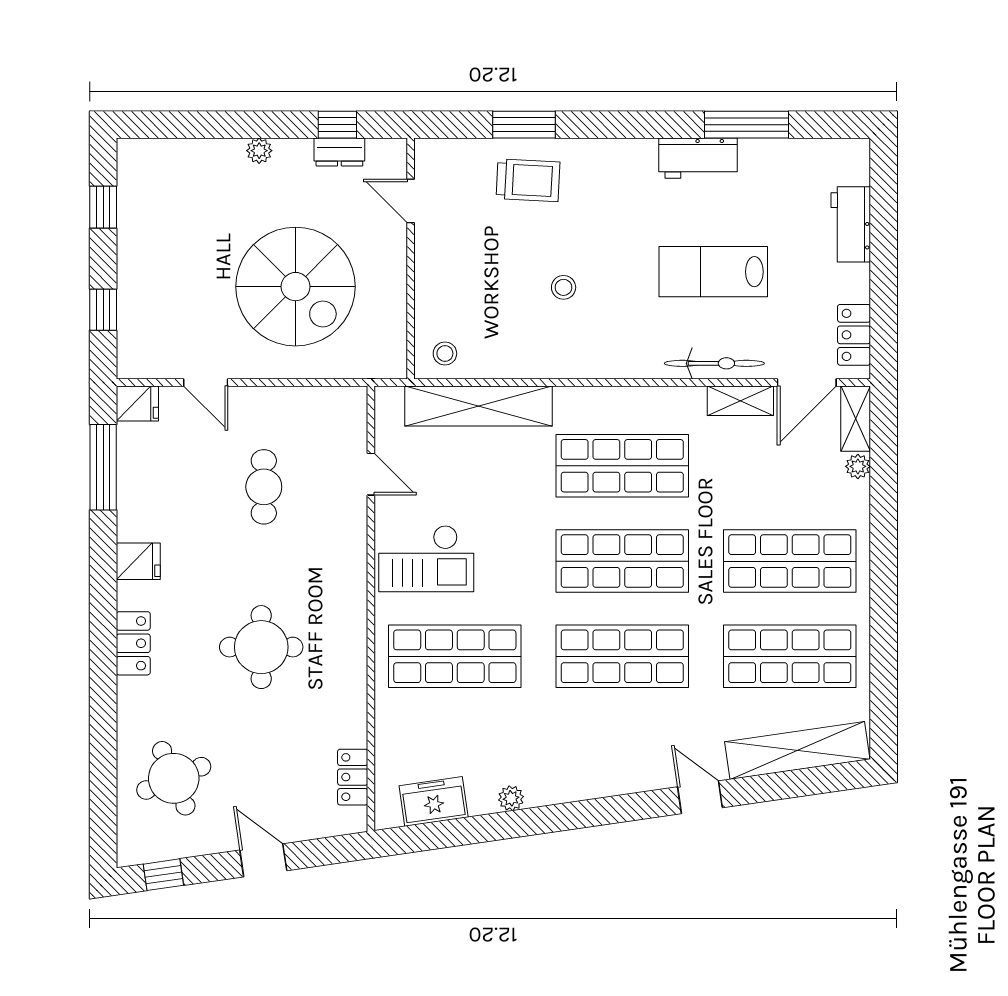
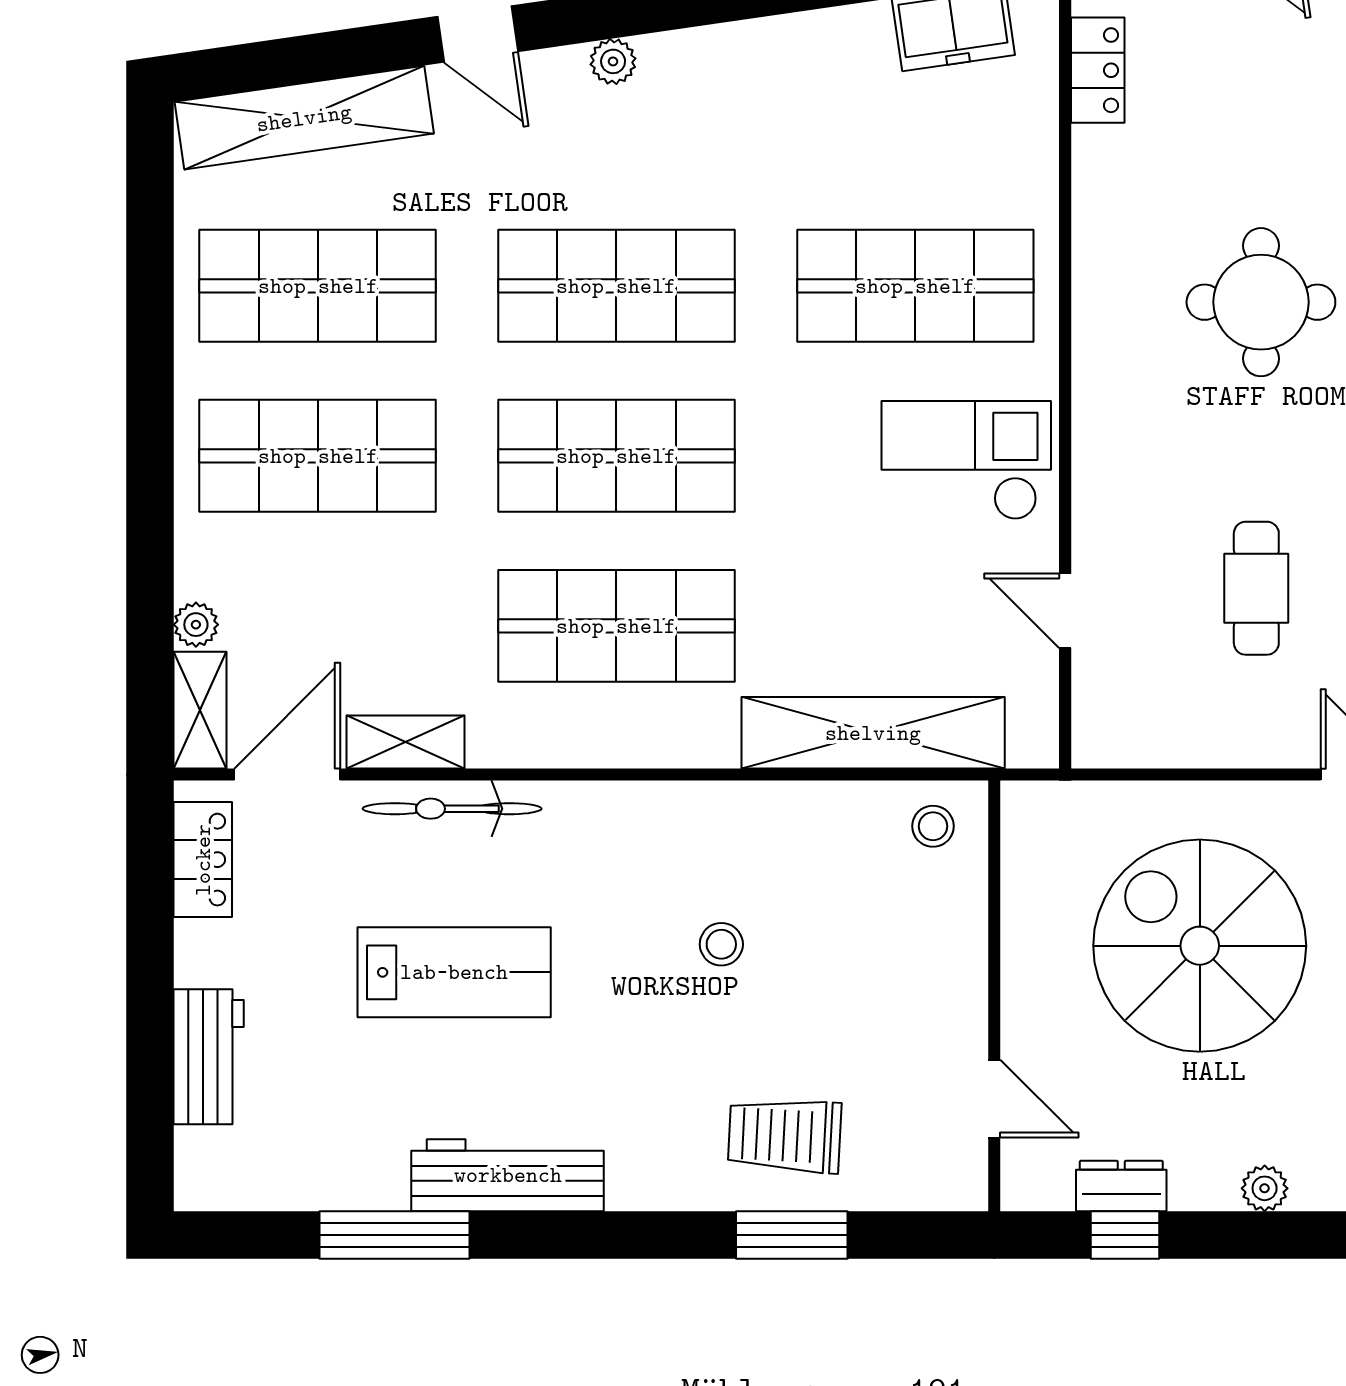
workbench: (698, 158) -> (508, 1175), width x1.38
plant: (511, 798) -> (613, 61), moved

